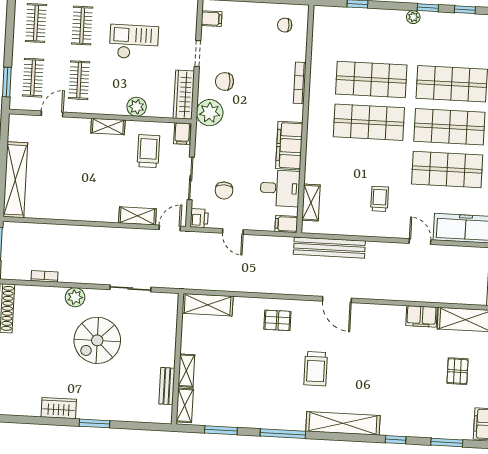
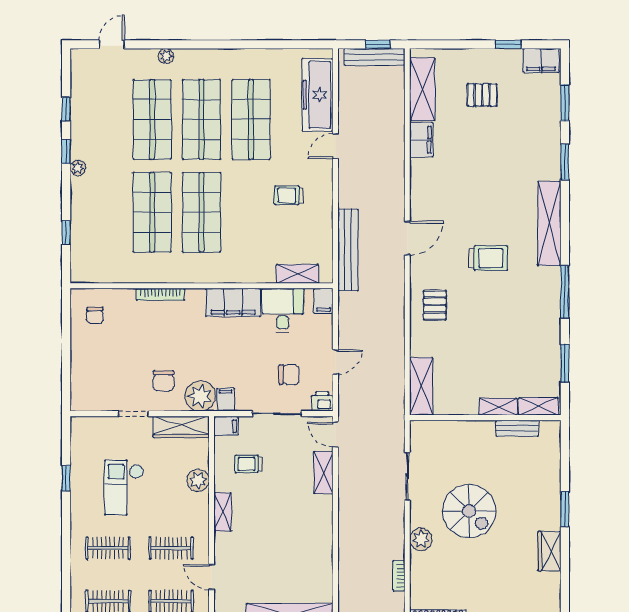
filing cabinet: (212, 19) -> (226, 400), moved
trolley: (148, 151) -> (248, 464), width x0.73, depth x0.72
window: (396, 440) -> (565, 162), width x1.50

